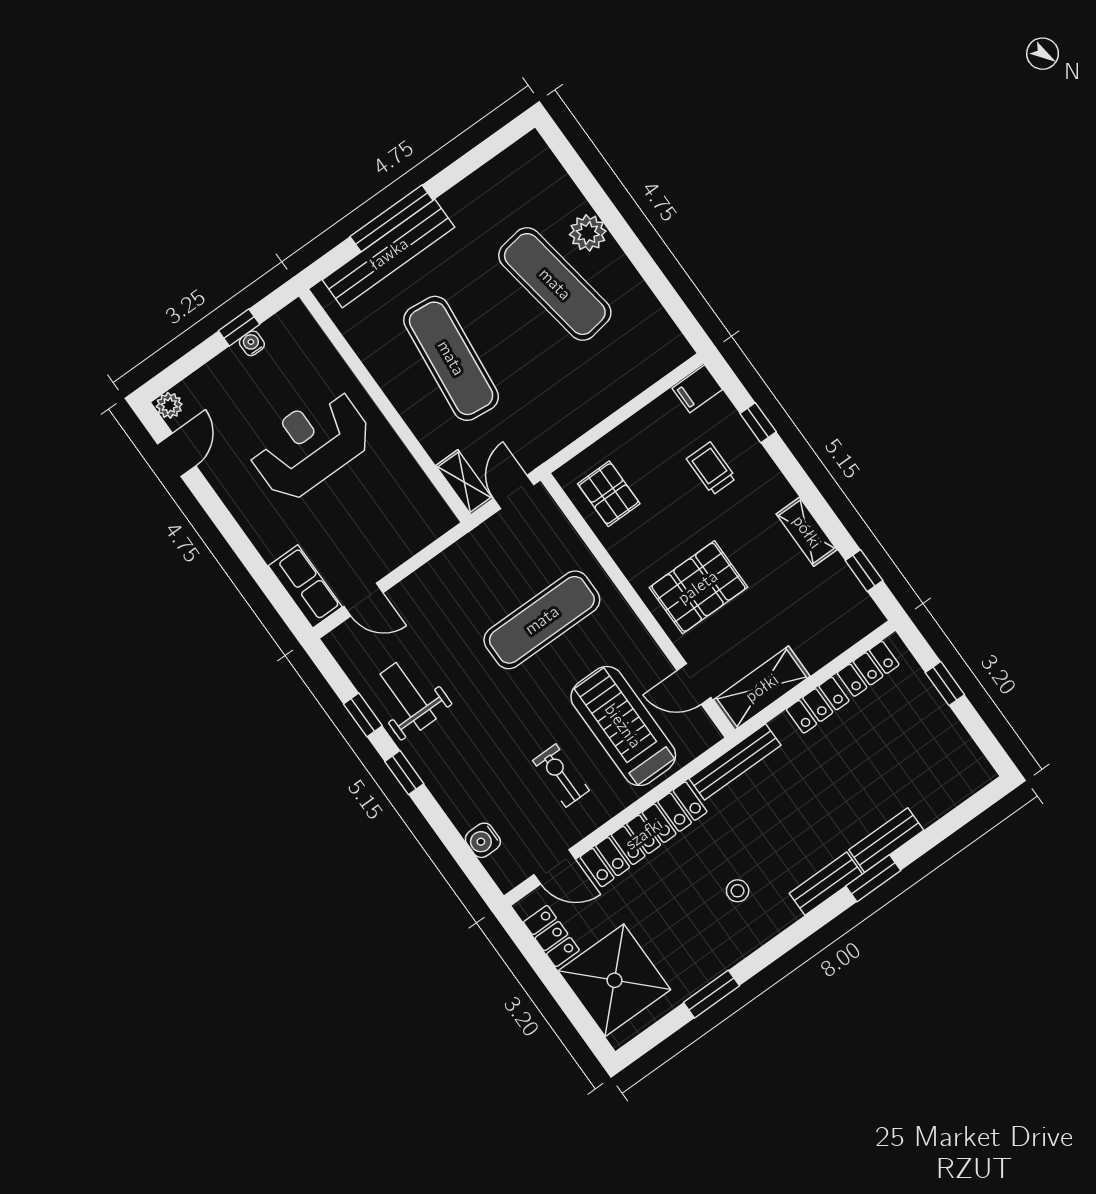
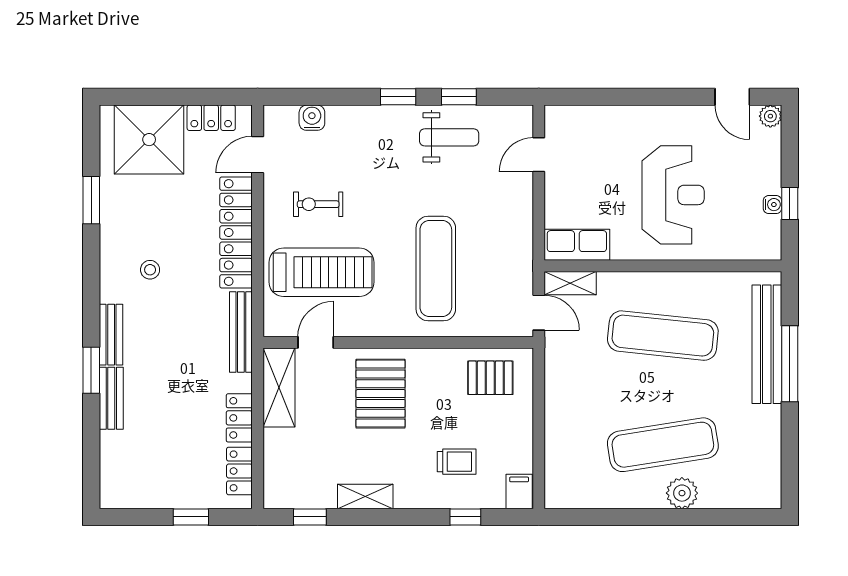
row of seats: (305, 586) -> (577, 245), moved, turned 180
exercise bike: (561, 776) -> (318, 204), turned 180

